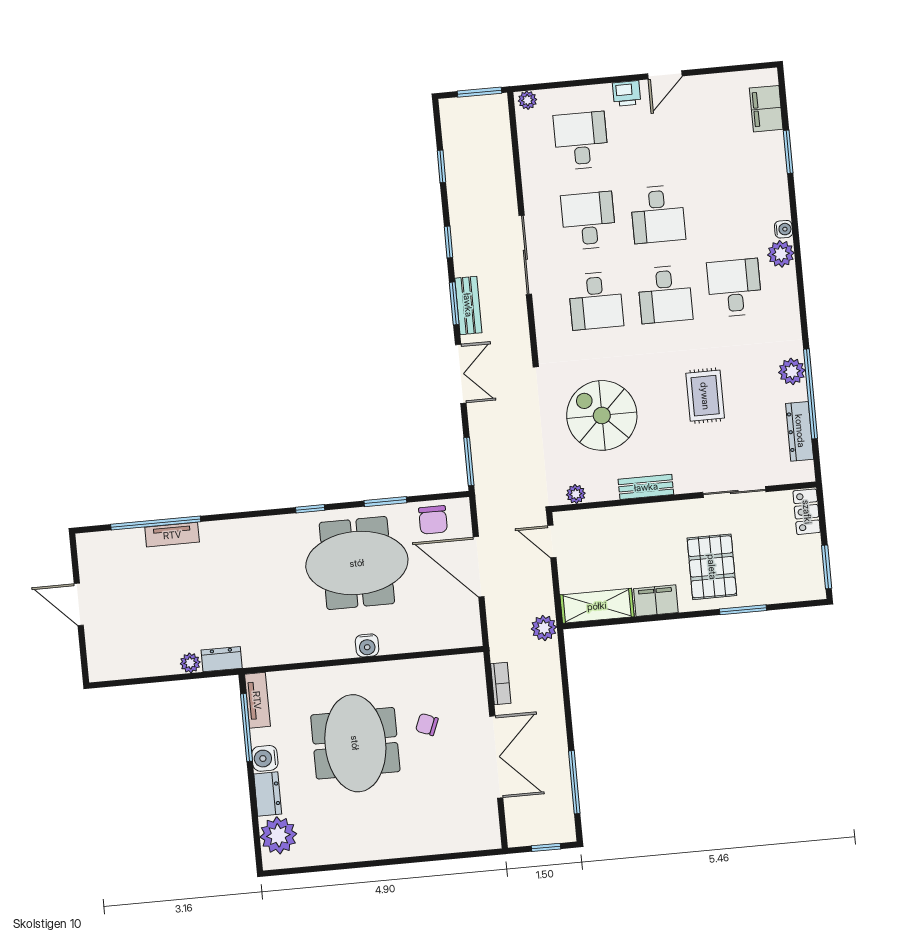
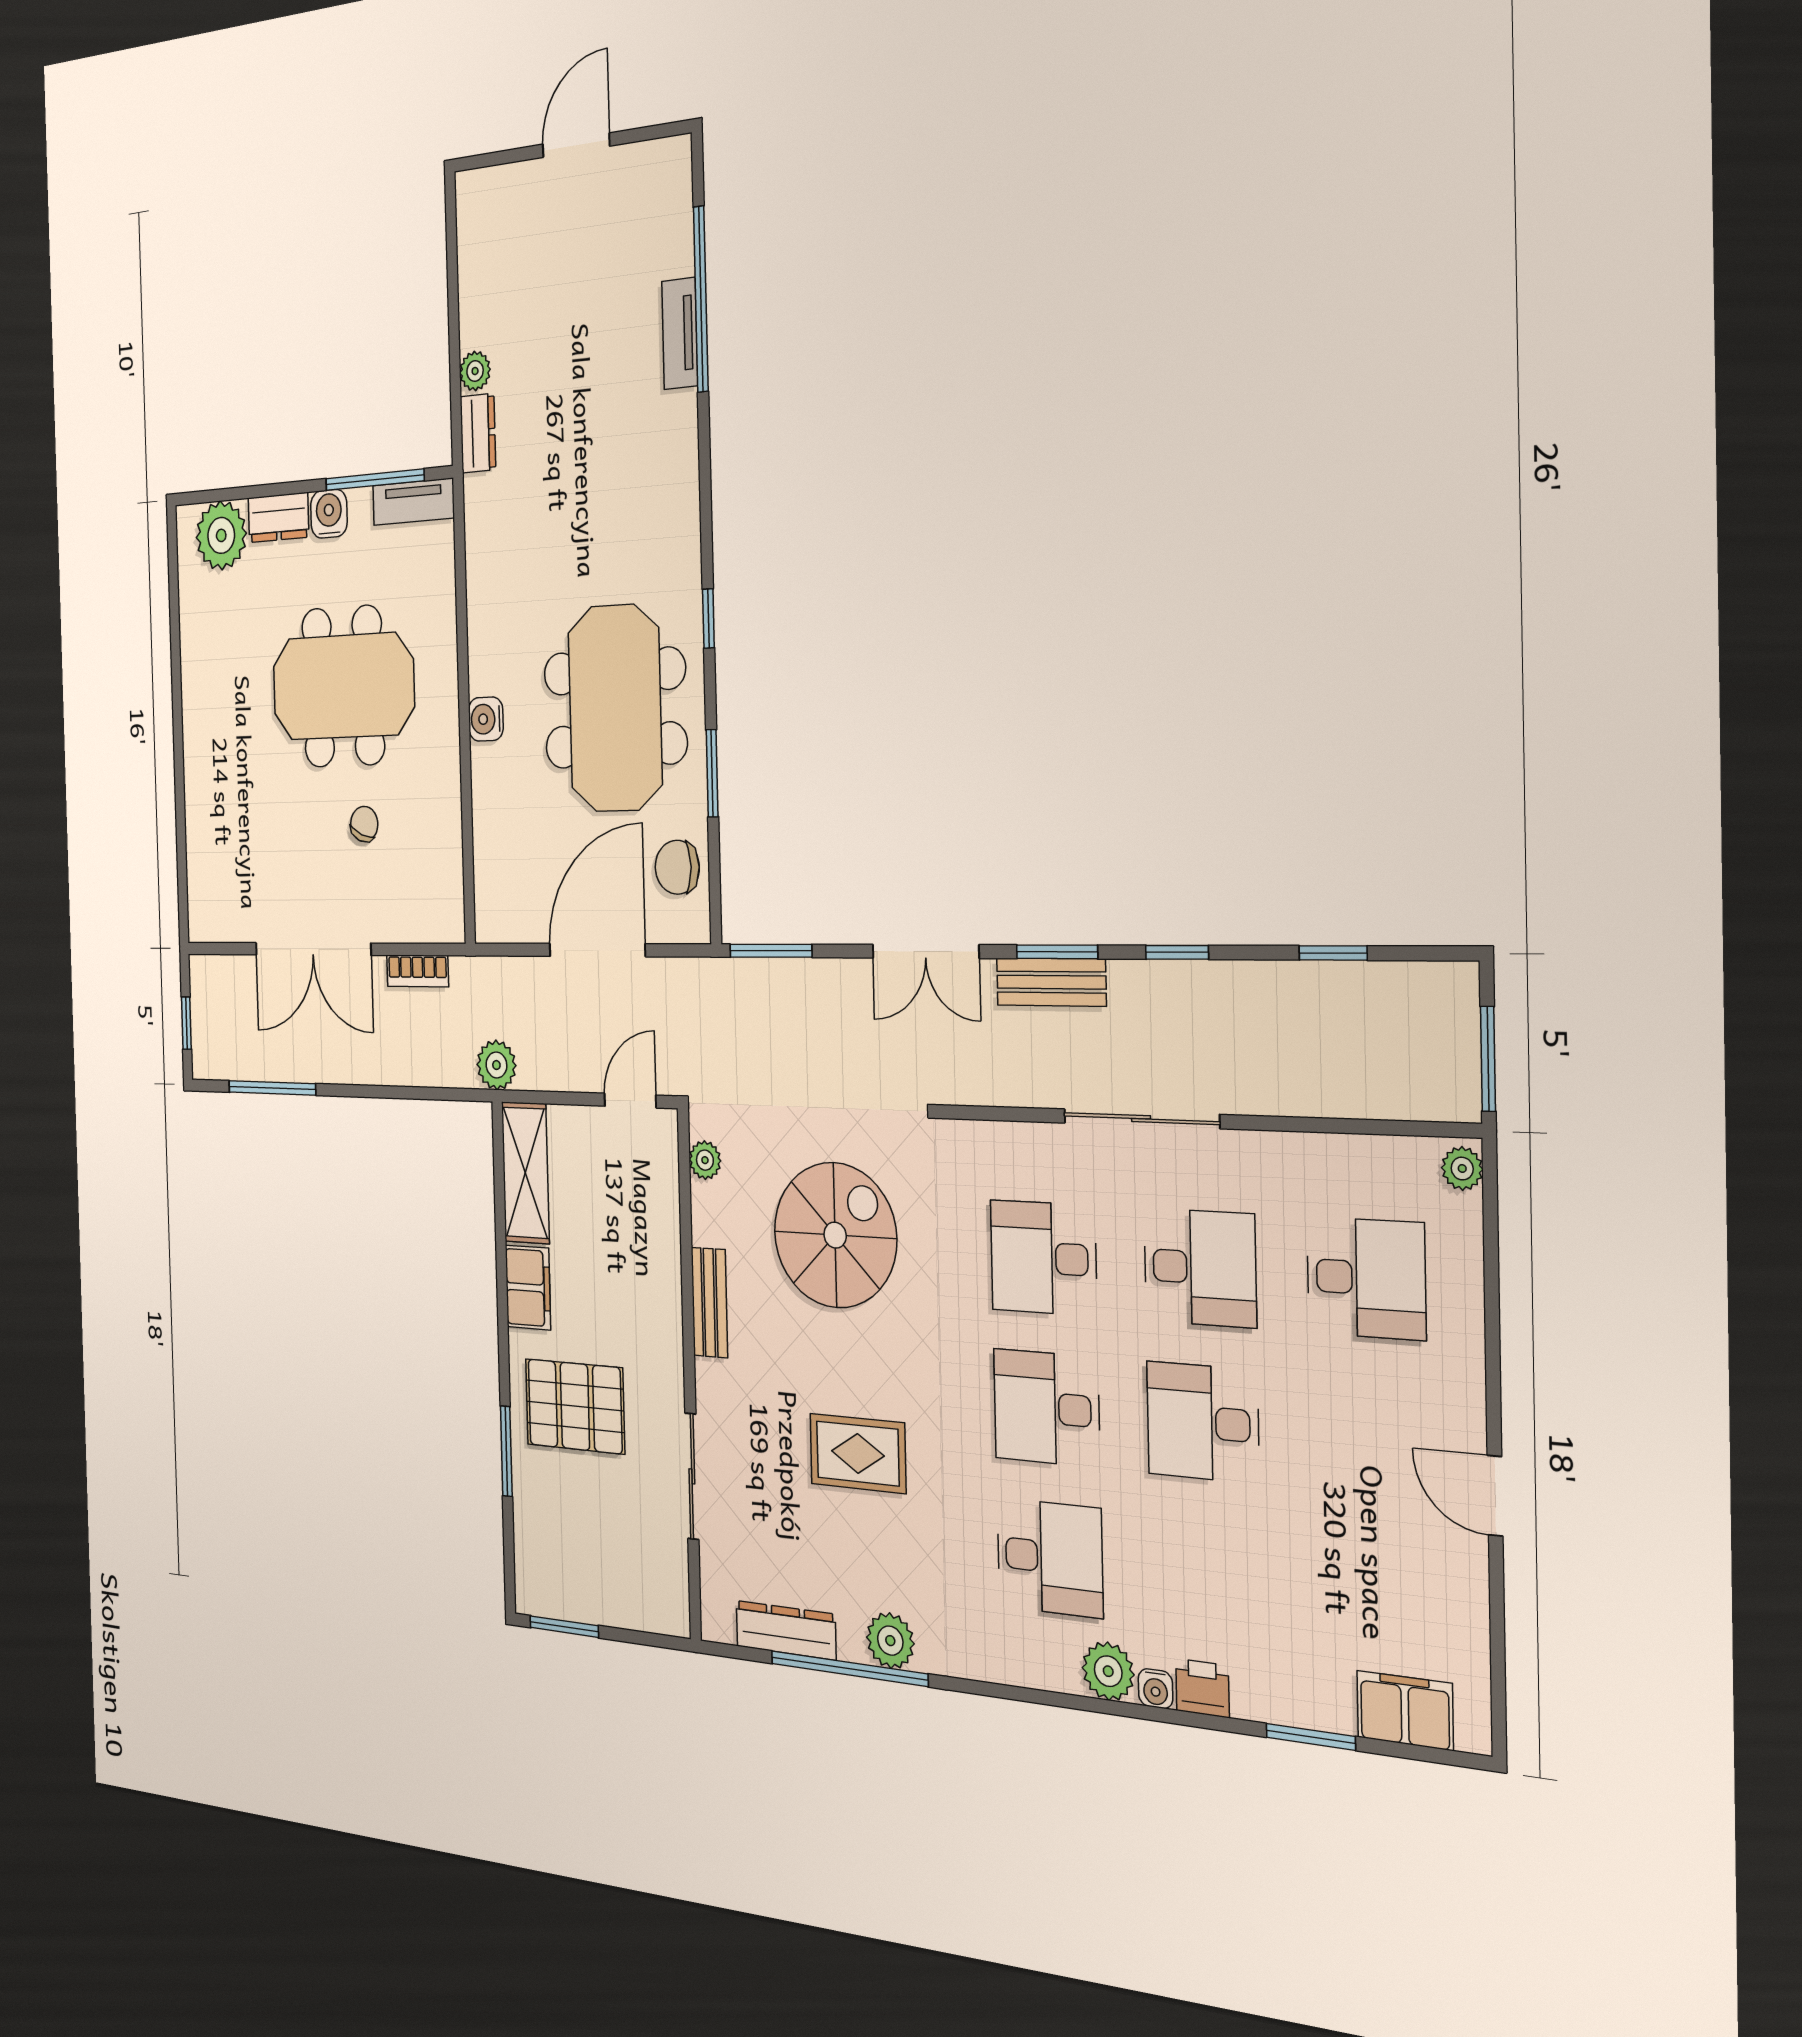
printer: (627, 93) -> (1202, 1688), moved, turned 90
locker: (807, 512) -> (653, 1611), removed

